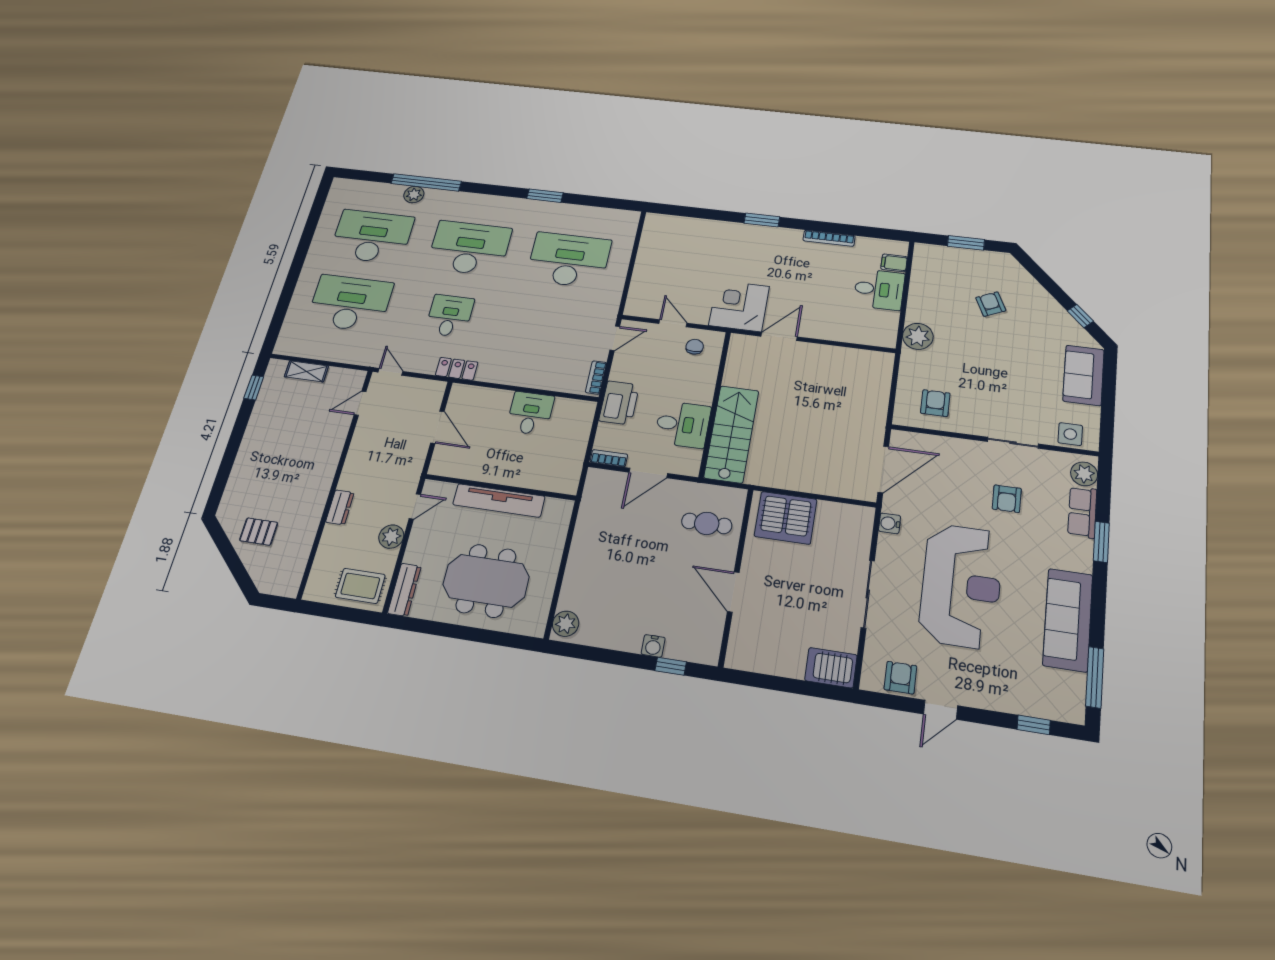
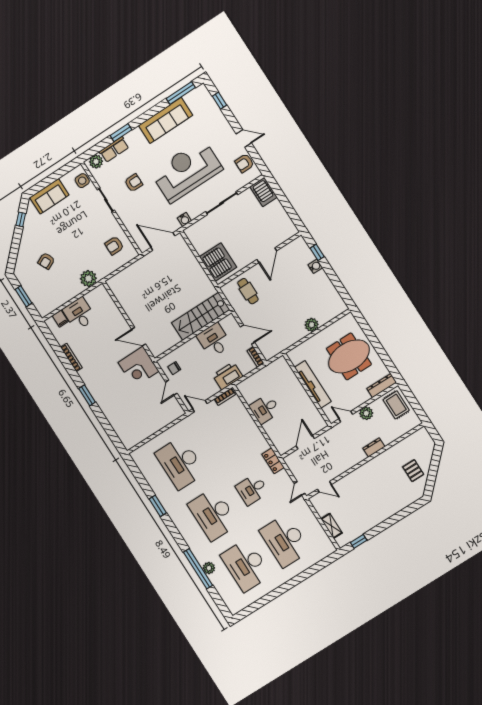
meeting table: (486, 581) -> (349, 356), turned 90
plant: (566, 624) -> (312, 325), moved

